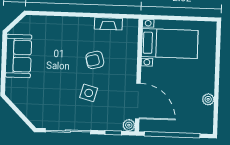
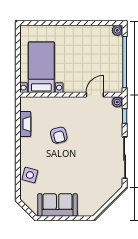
side table: (89, 93) -> (30, 175), moved
plant: (208, 99) -> (117, 30), moved
door: (138, 101) -> (95, 95), width x0.53

